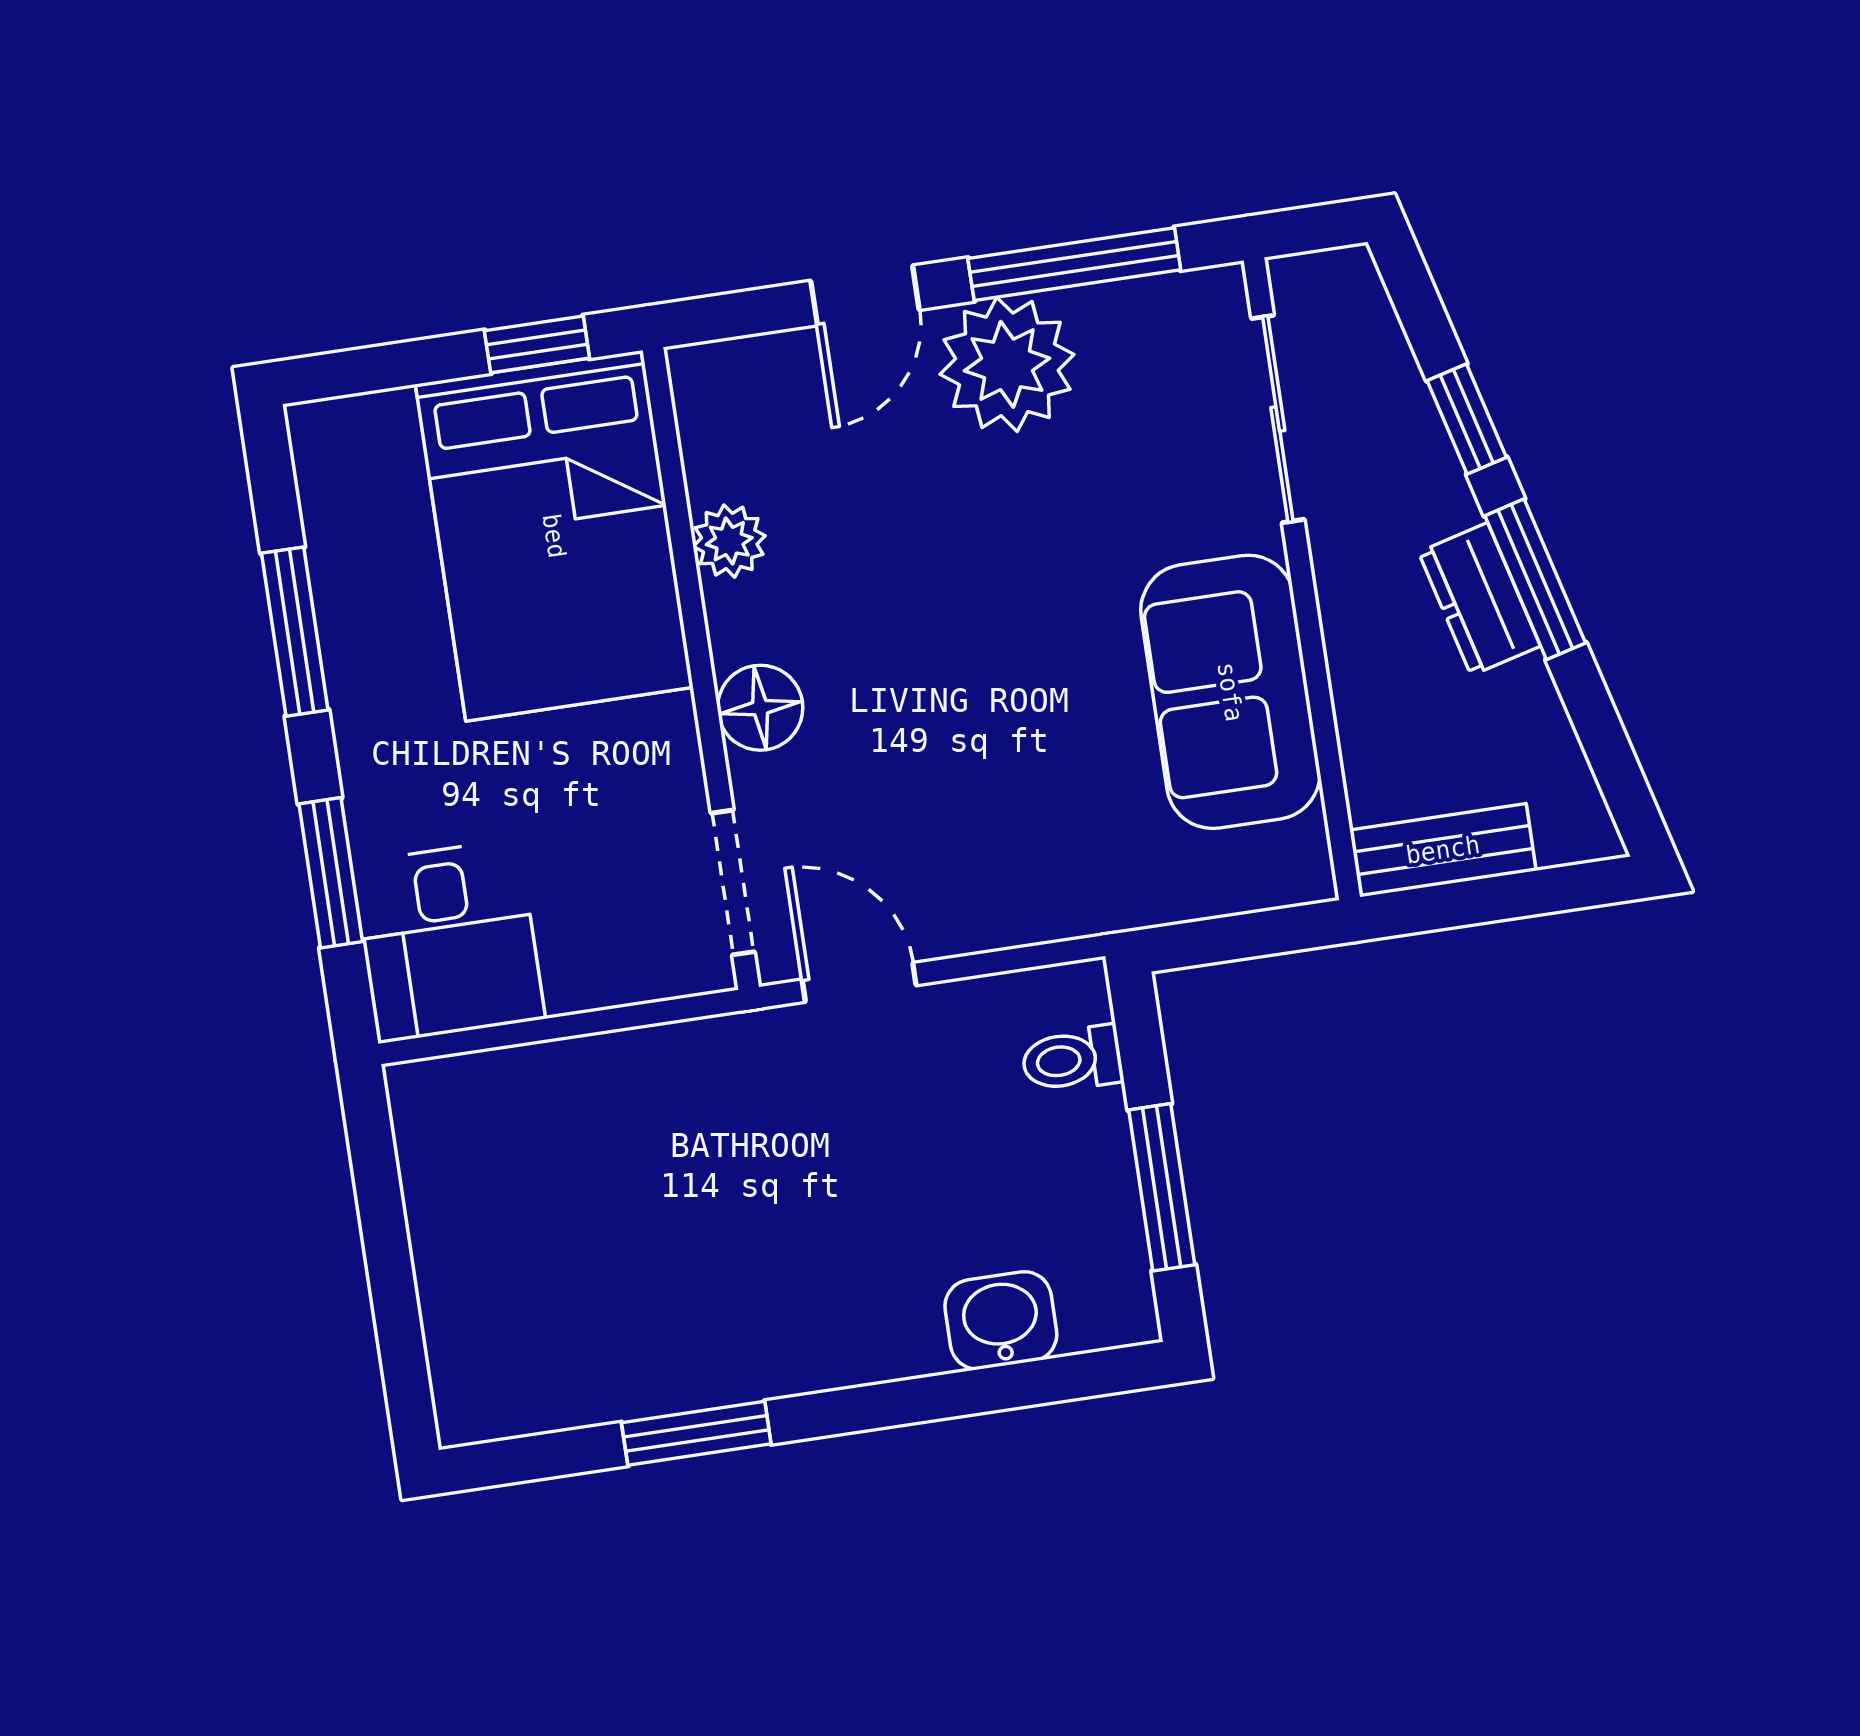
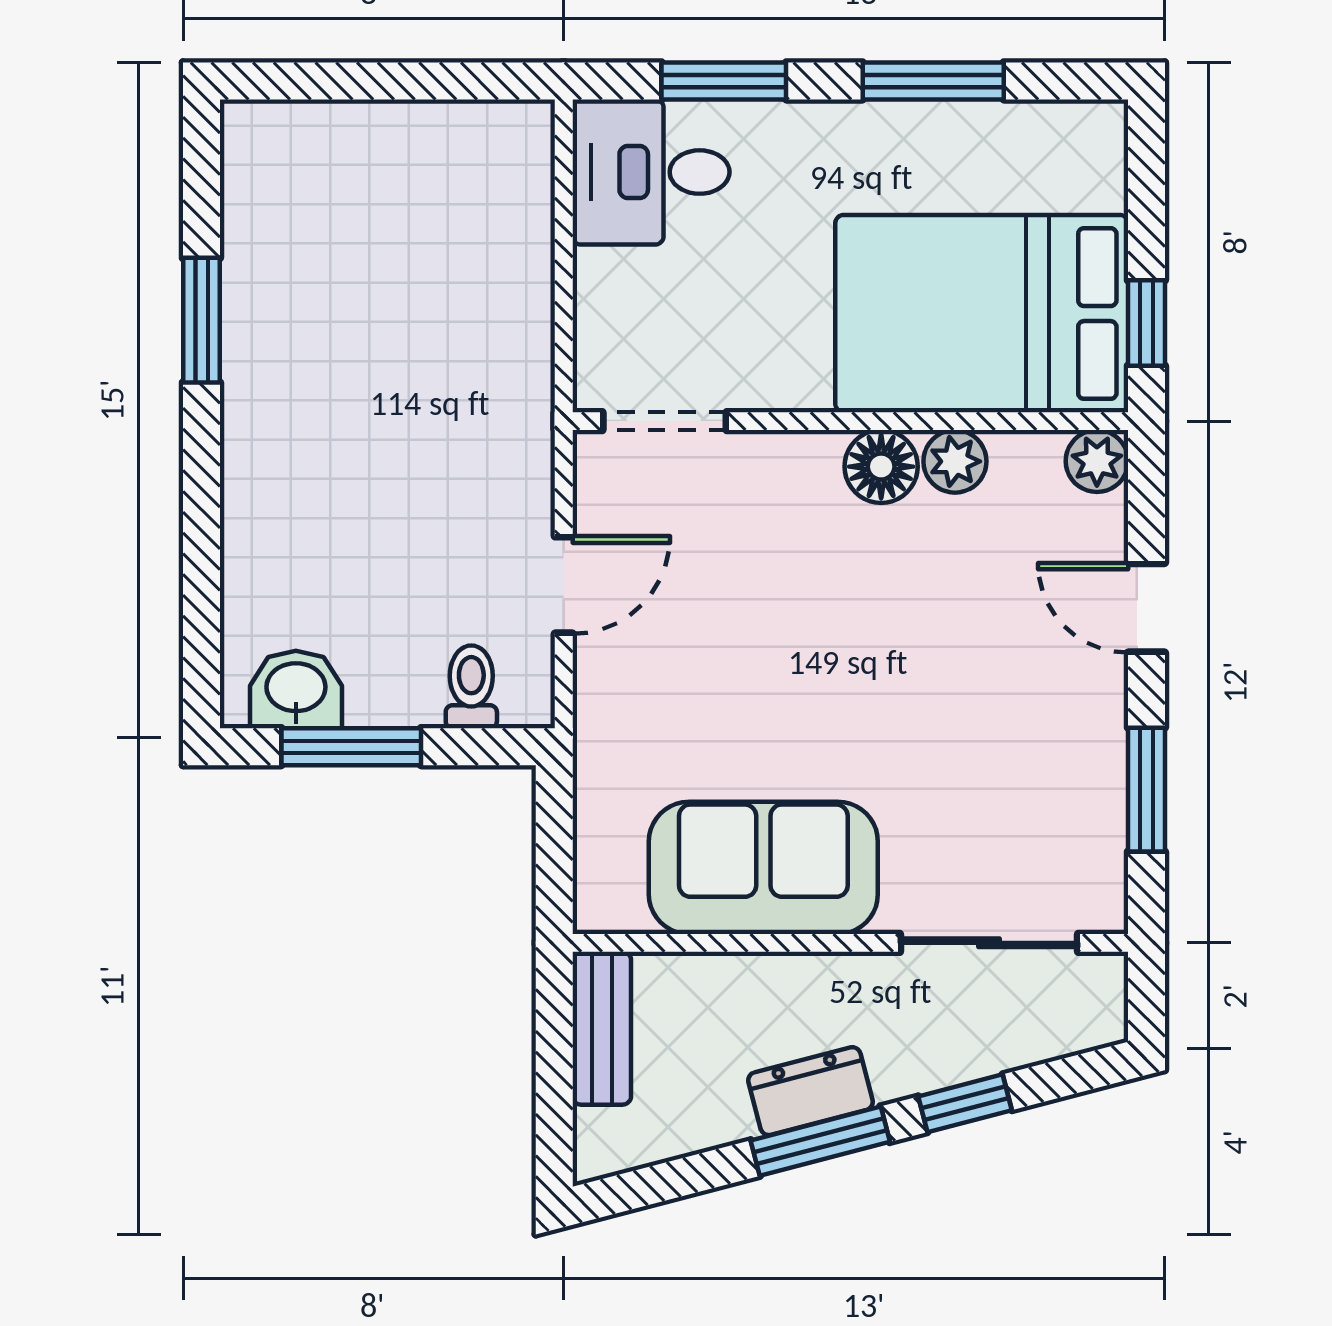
window: (1074, 264) -> (1146, 790), width x0.69
plant: (1007, 364) -> (1097, 461), moved, width x0.53, depth x0.53
floor lamp: (760, 708) -> (881, 467), moved
door: (859, 982) -> (564, 585), moved
washbasin: (1001, 1320) -> (296, 689), moved, turned -90

